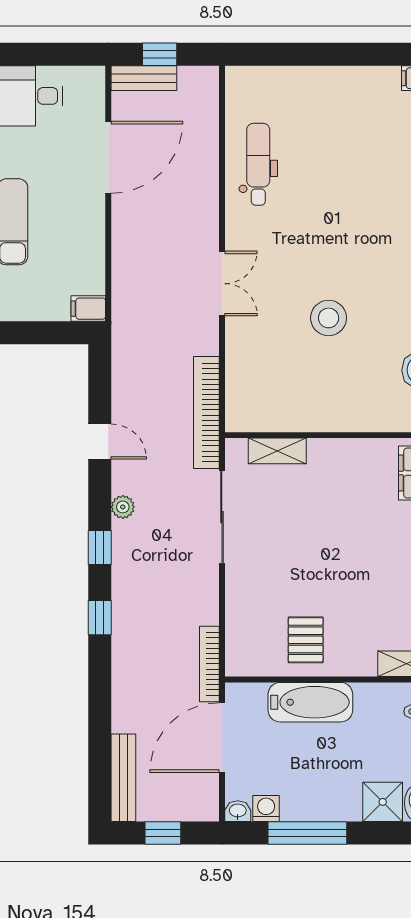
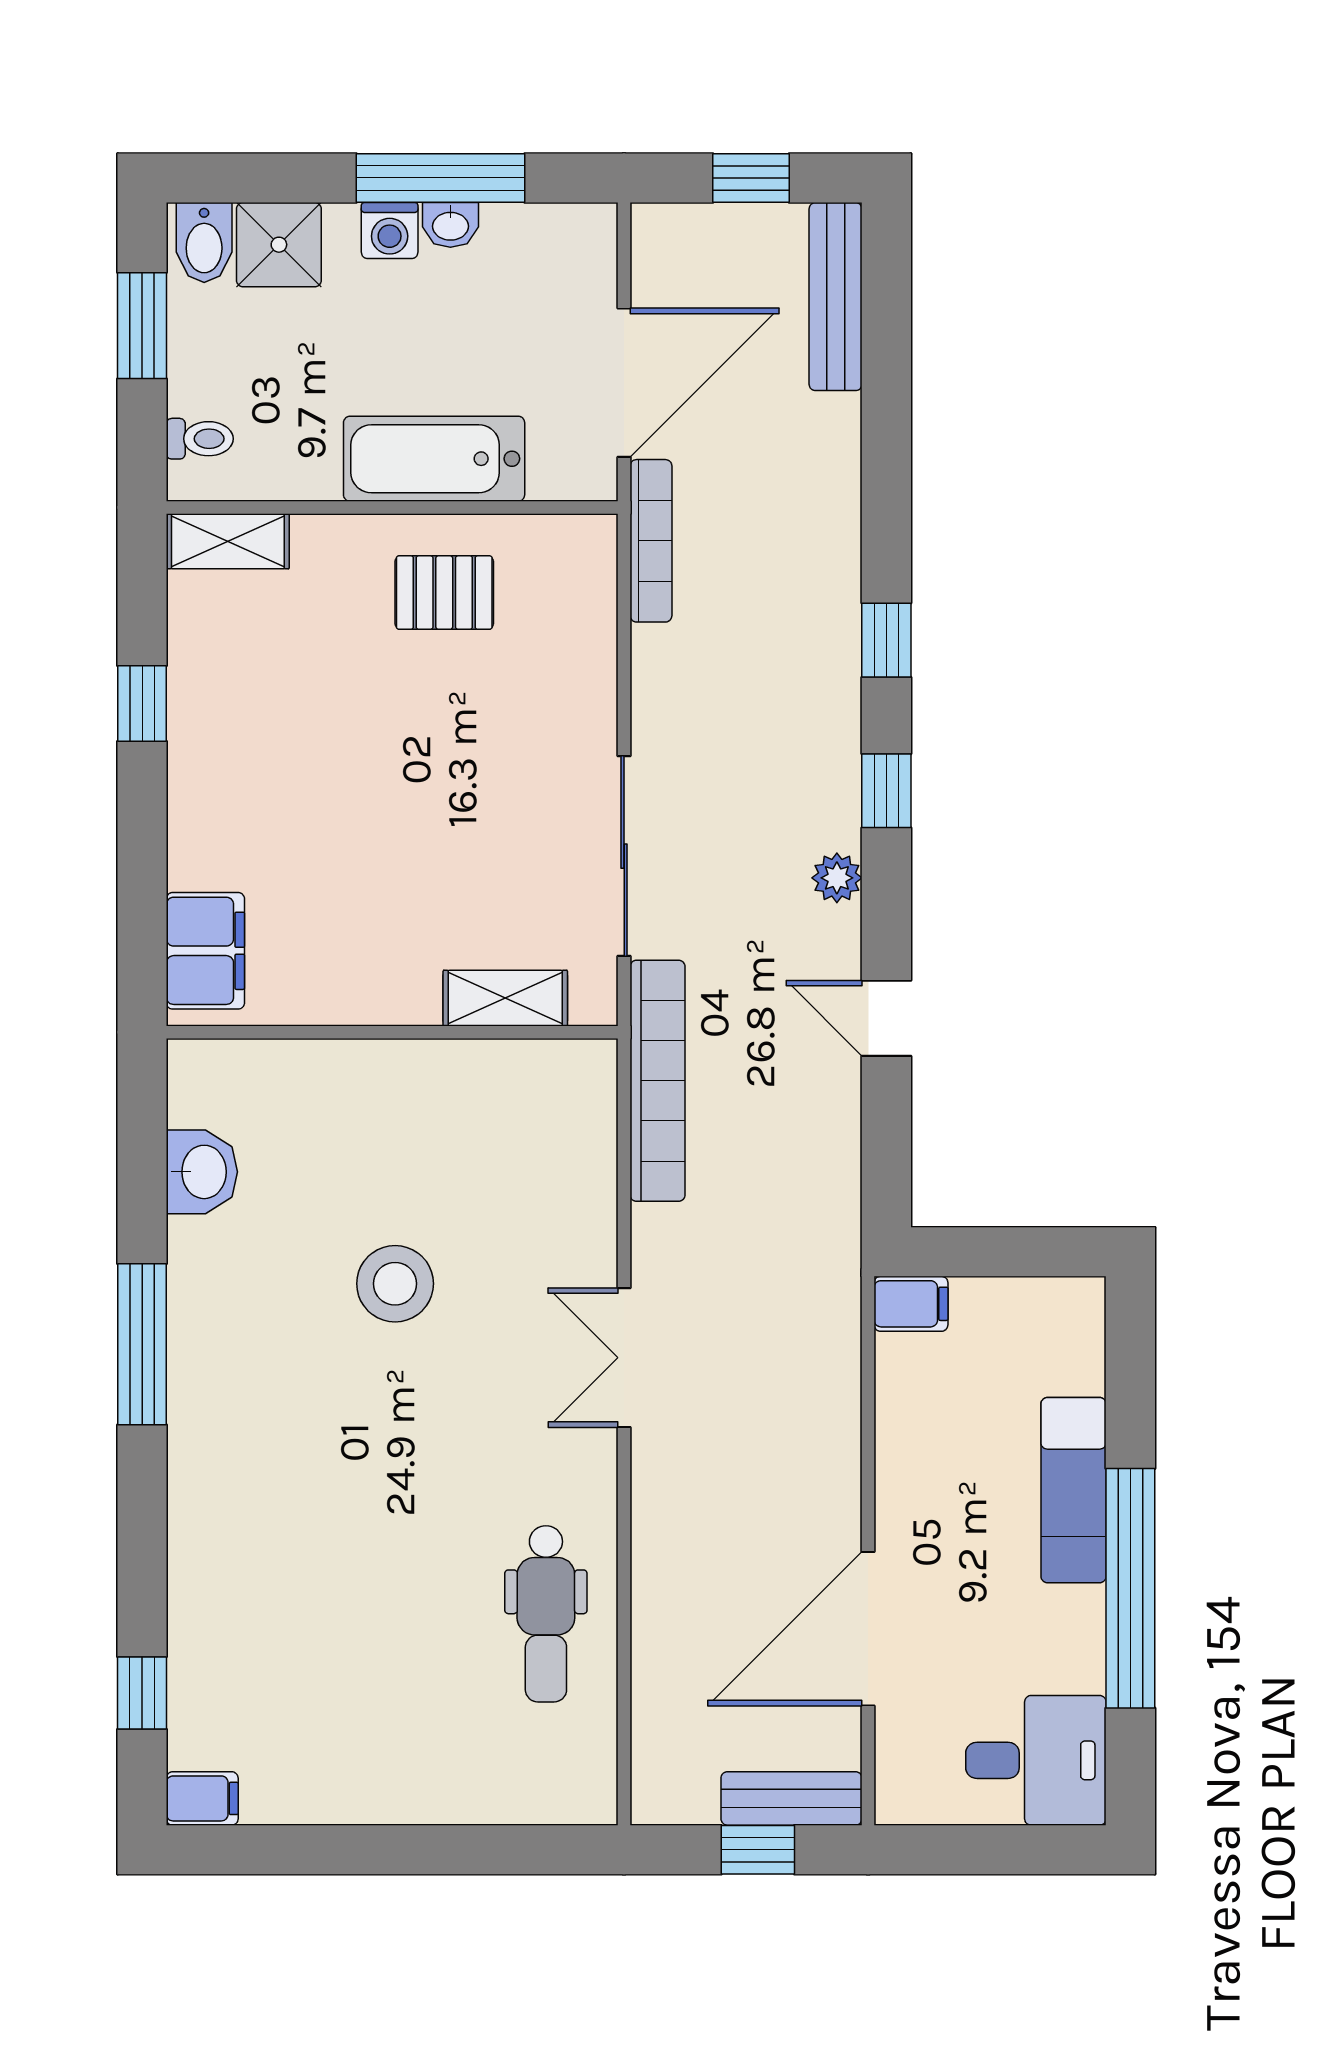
pallet: (306, 640) -> (444, 593), turned 90
washing machine: (266, 808) -> (390, 231), moved
washbasin: (238, 811) -> (450, 225), moved

